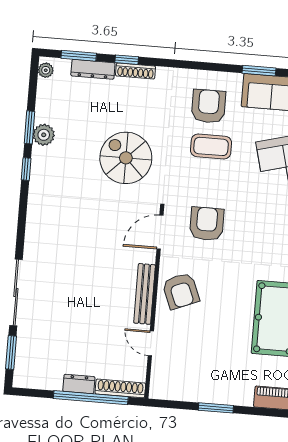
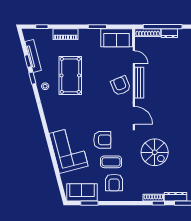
armchair: (207, 224) -> (102, 140), moved, turned -90
door: (160, 232) -> (134, 115), hinge flipped
sofa: (181, 384) -> (117, 38), added

